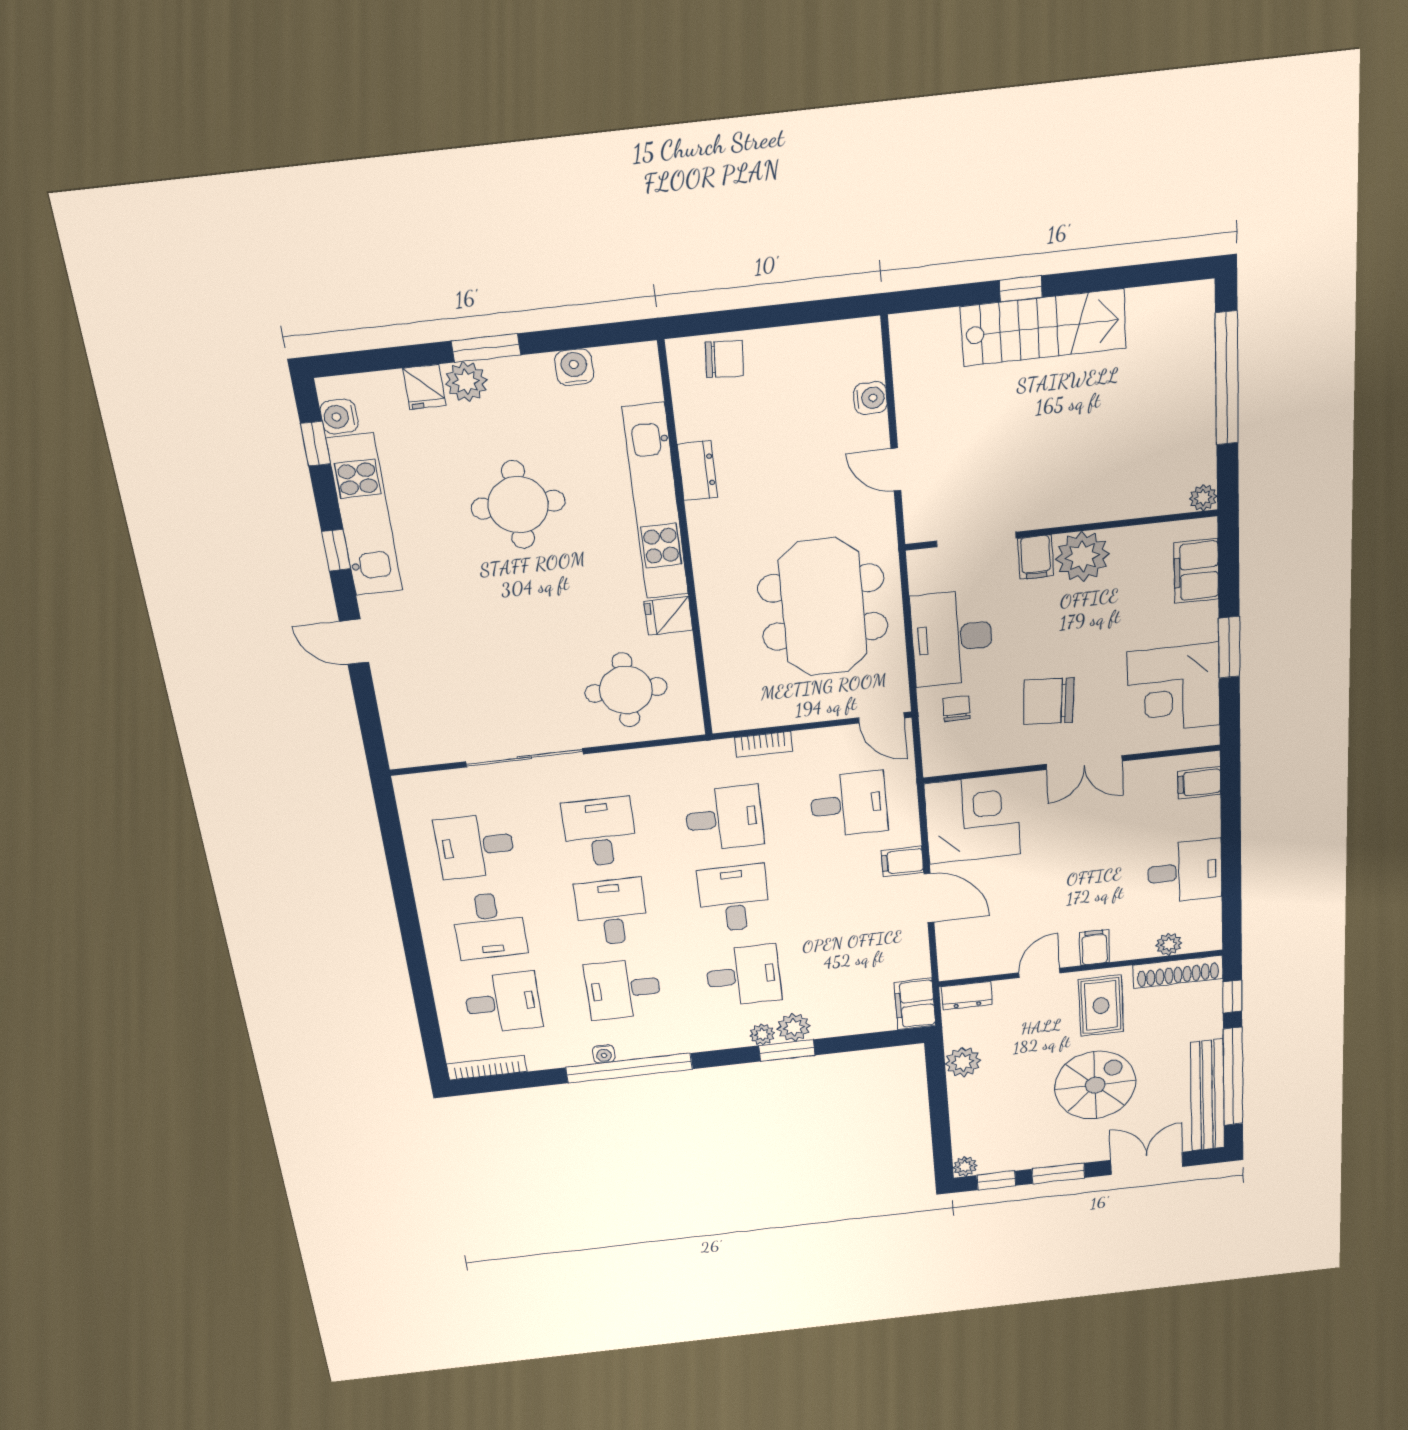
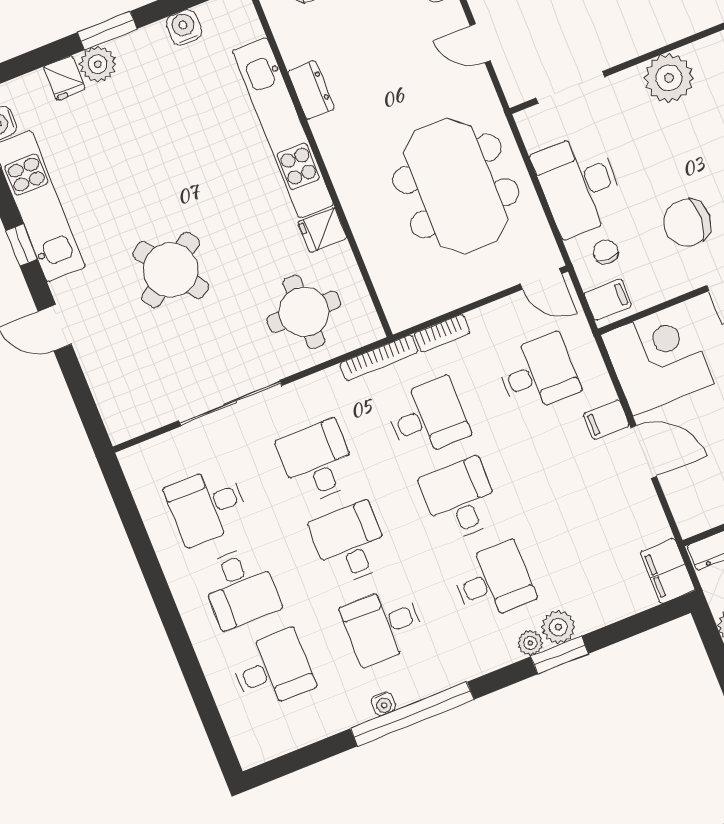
round table: (518, 505) -> (171, 270), moved, turned -35
filing cabinet: (1036, 557) -> (608, 300), moved, turned -90
bookcase: (487, 1068) -> (379, 358), moved, turned 180

